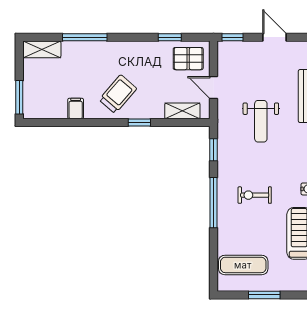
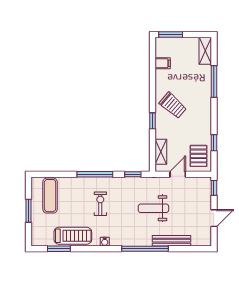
filing cabinet: (76, 108) -> (163, 63), moved

